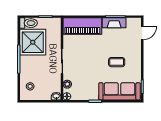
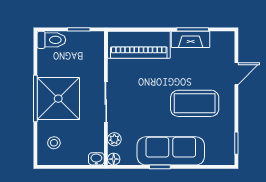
door: (142, 33) -> (236, 74), moved
shower: (33, 42) -> (58, 99), moved
coffee table: (117, 62) -> (195, 103), width x1.86, depth x1.72
sofa: (119, 91) -> (171, 151), moved

